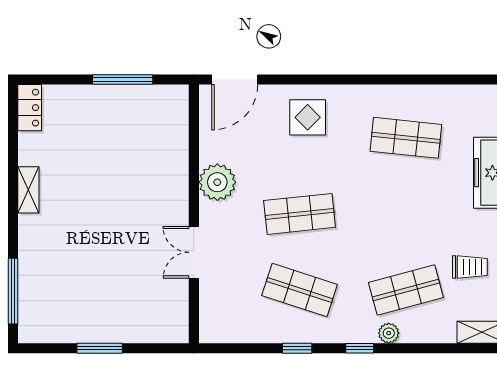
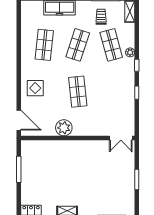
double door: (194, 252) -> (121, 138), moved
shop shelf: (300, 290) -> (78, 45), moved

